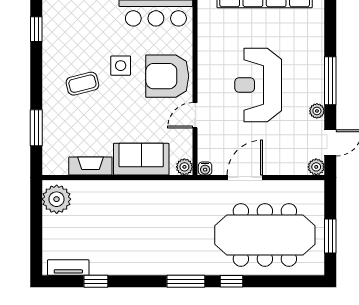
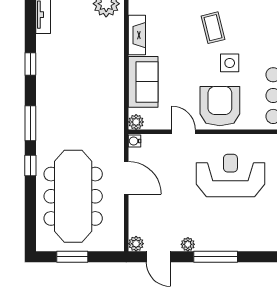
reception desk: (258, 85) -> (230, 176), moved
window: (96, 281) -> (30, 64), moved

